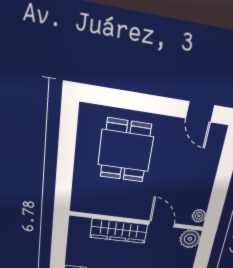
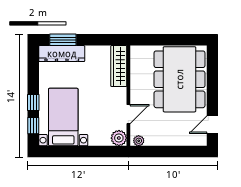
dining table: (126, 151) -> (180, 79), width x1.87, depth x1.24
wardrobe: (119, 231) -> (119, 66), moved

